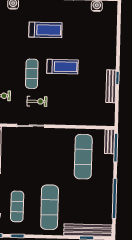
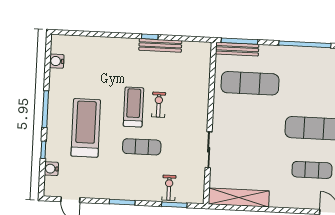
treadmill: (45, 30) -> (86, 128), width x1.37, depth x1.38
exercise bike: (37, 101) -> (159, 105), moved
bench: (110, 142) -> (237, 49), width x1.36

